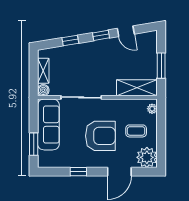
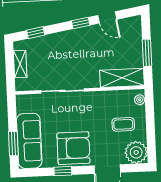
window: (70, 40) -> (36, 33), moved
boiler: (43, 90) -> (21, 85), removed
sofa: (48, 125) -> (29, 141), moved
armchair: (100, 136) -> (73, 148), moved

